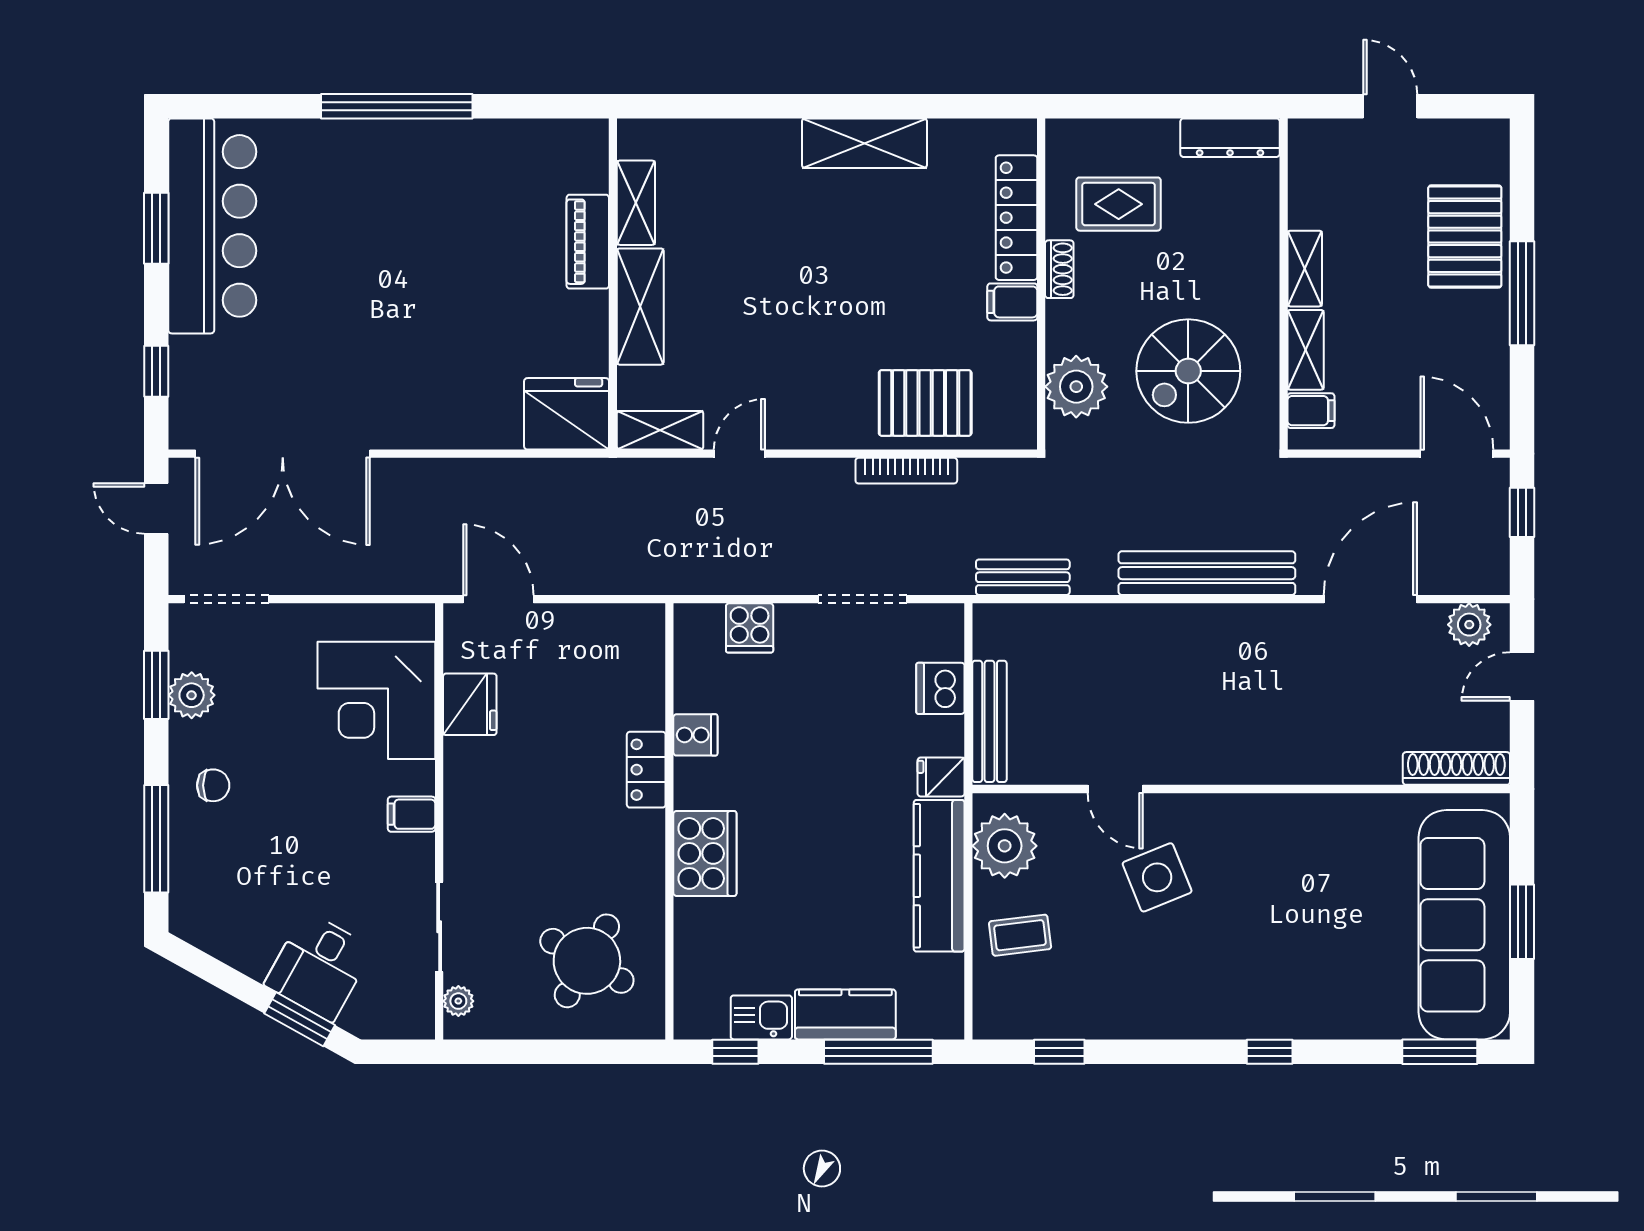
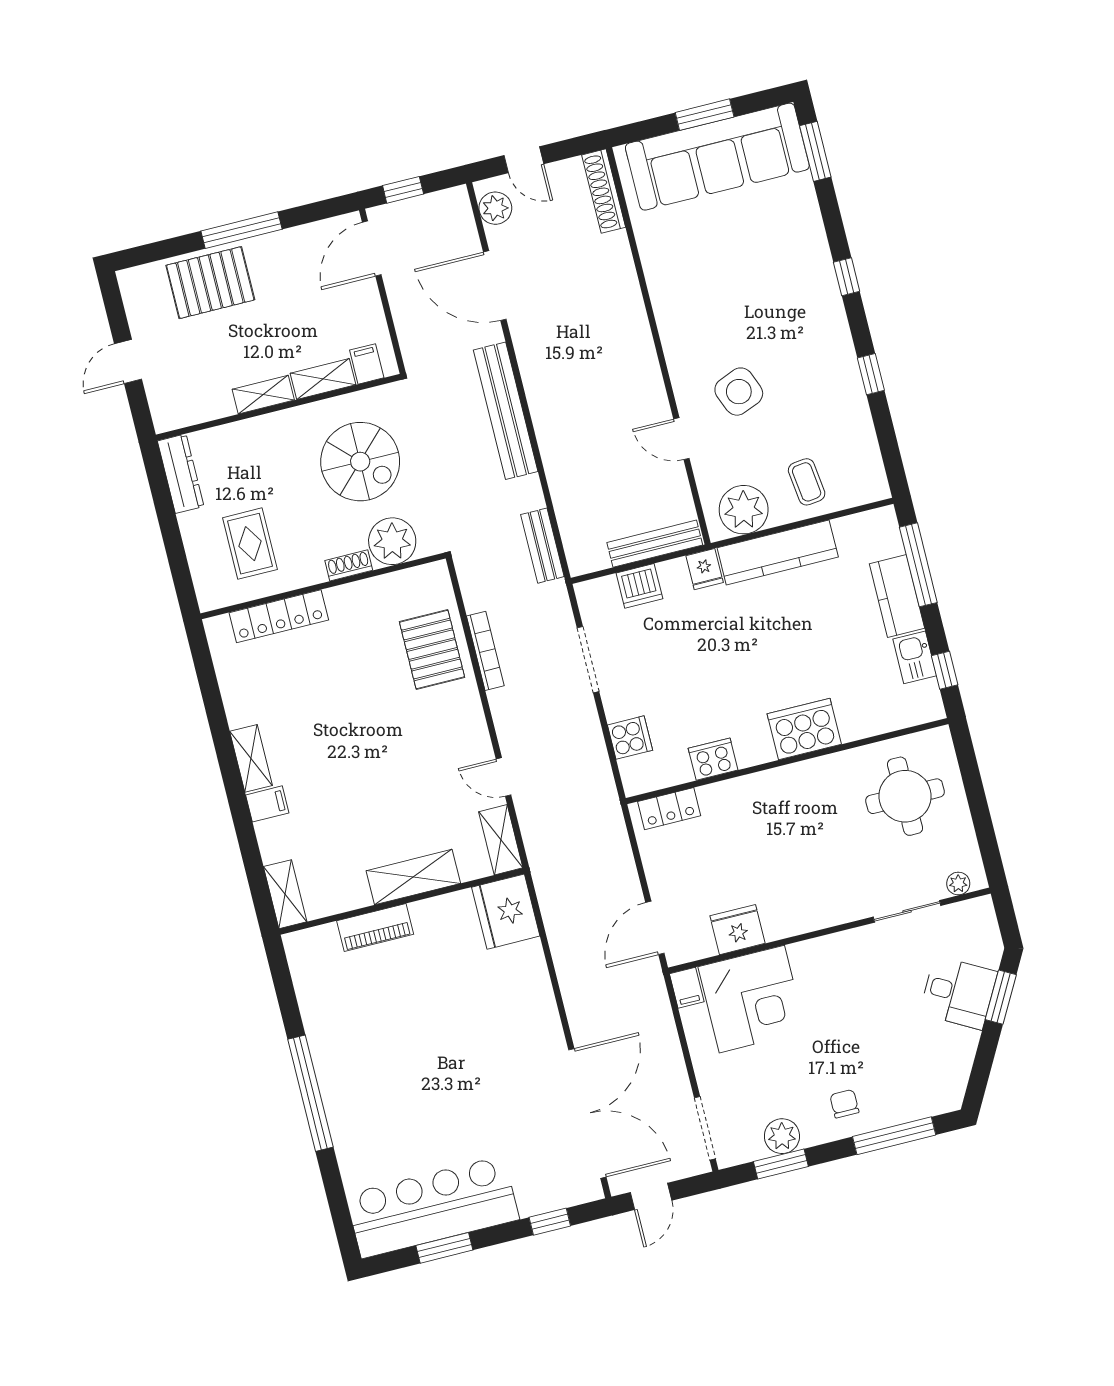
shelving: (864, 143) -> (251, 758), width x0.67, depth x0.75
shelving: (636, 203) -> (285, 894), moved, turned 90
shoe rack: (1059, 269) -> (349, 565), moved
filing cabinet: (1012, 302) -> (267, 804), moved, turned -90
cooker: (695, 735) -> (713, 759), width x1.36
locker: (646, 770) -> (669, 809), moved
door: (1115, 789) -> (681, 439), swing flipped
filing cabinet: (412, 814) -> (687, 988), moved
round table: (587, 961) -> (905, 796), turned -30
window: (1059, 1052) -> (871, 374), moved

